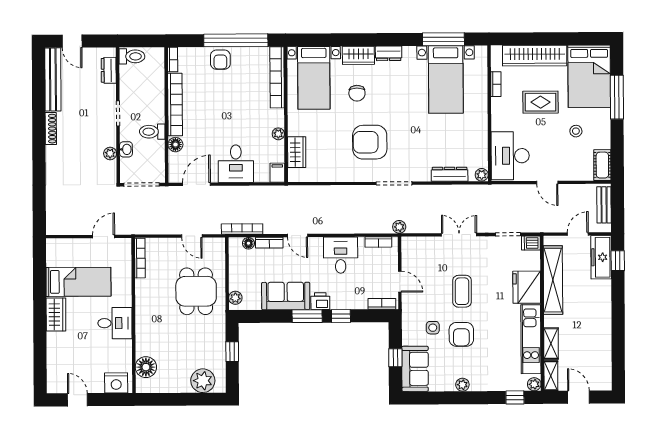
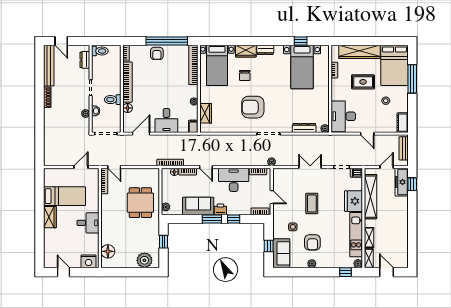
window: (443, 39) -> (301, 41), width x0.46
door: (192, 236) -> (114, 167), moved
desk: (341, 255) -> (234, 180), width x1.37
armchair: (461, 334) -> (312, 242), moved

